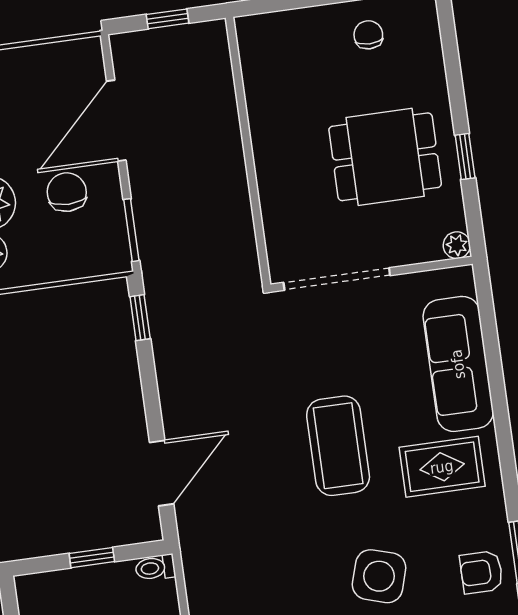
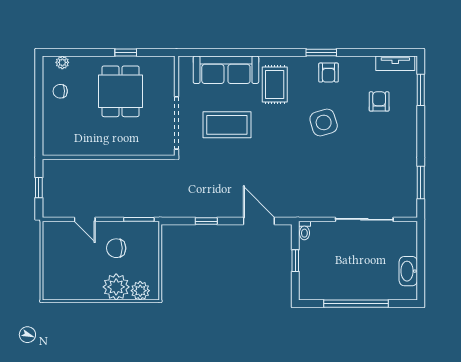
door: (116, 121) -> (85, 219), width x0.53
plant: (457, 245) -> (62, 62), moved
window: (140, 318) -> (206, 221), moved
coffee table: (338, 446) -> (227, 125), moved
side table: (379, 576) -> (324, 122), turned -34

